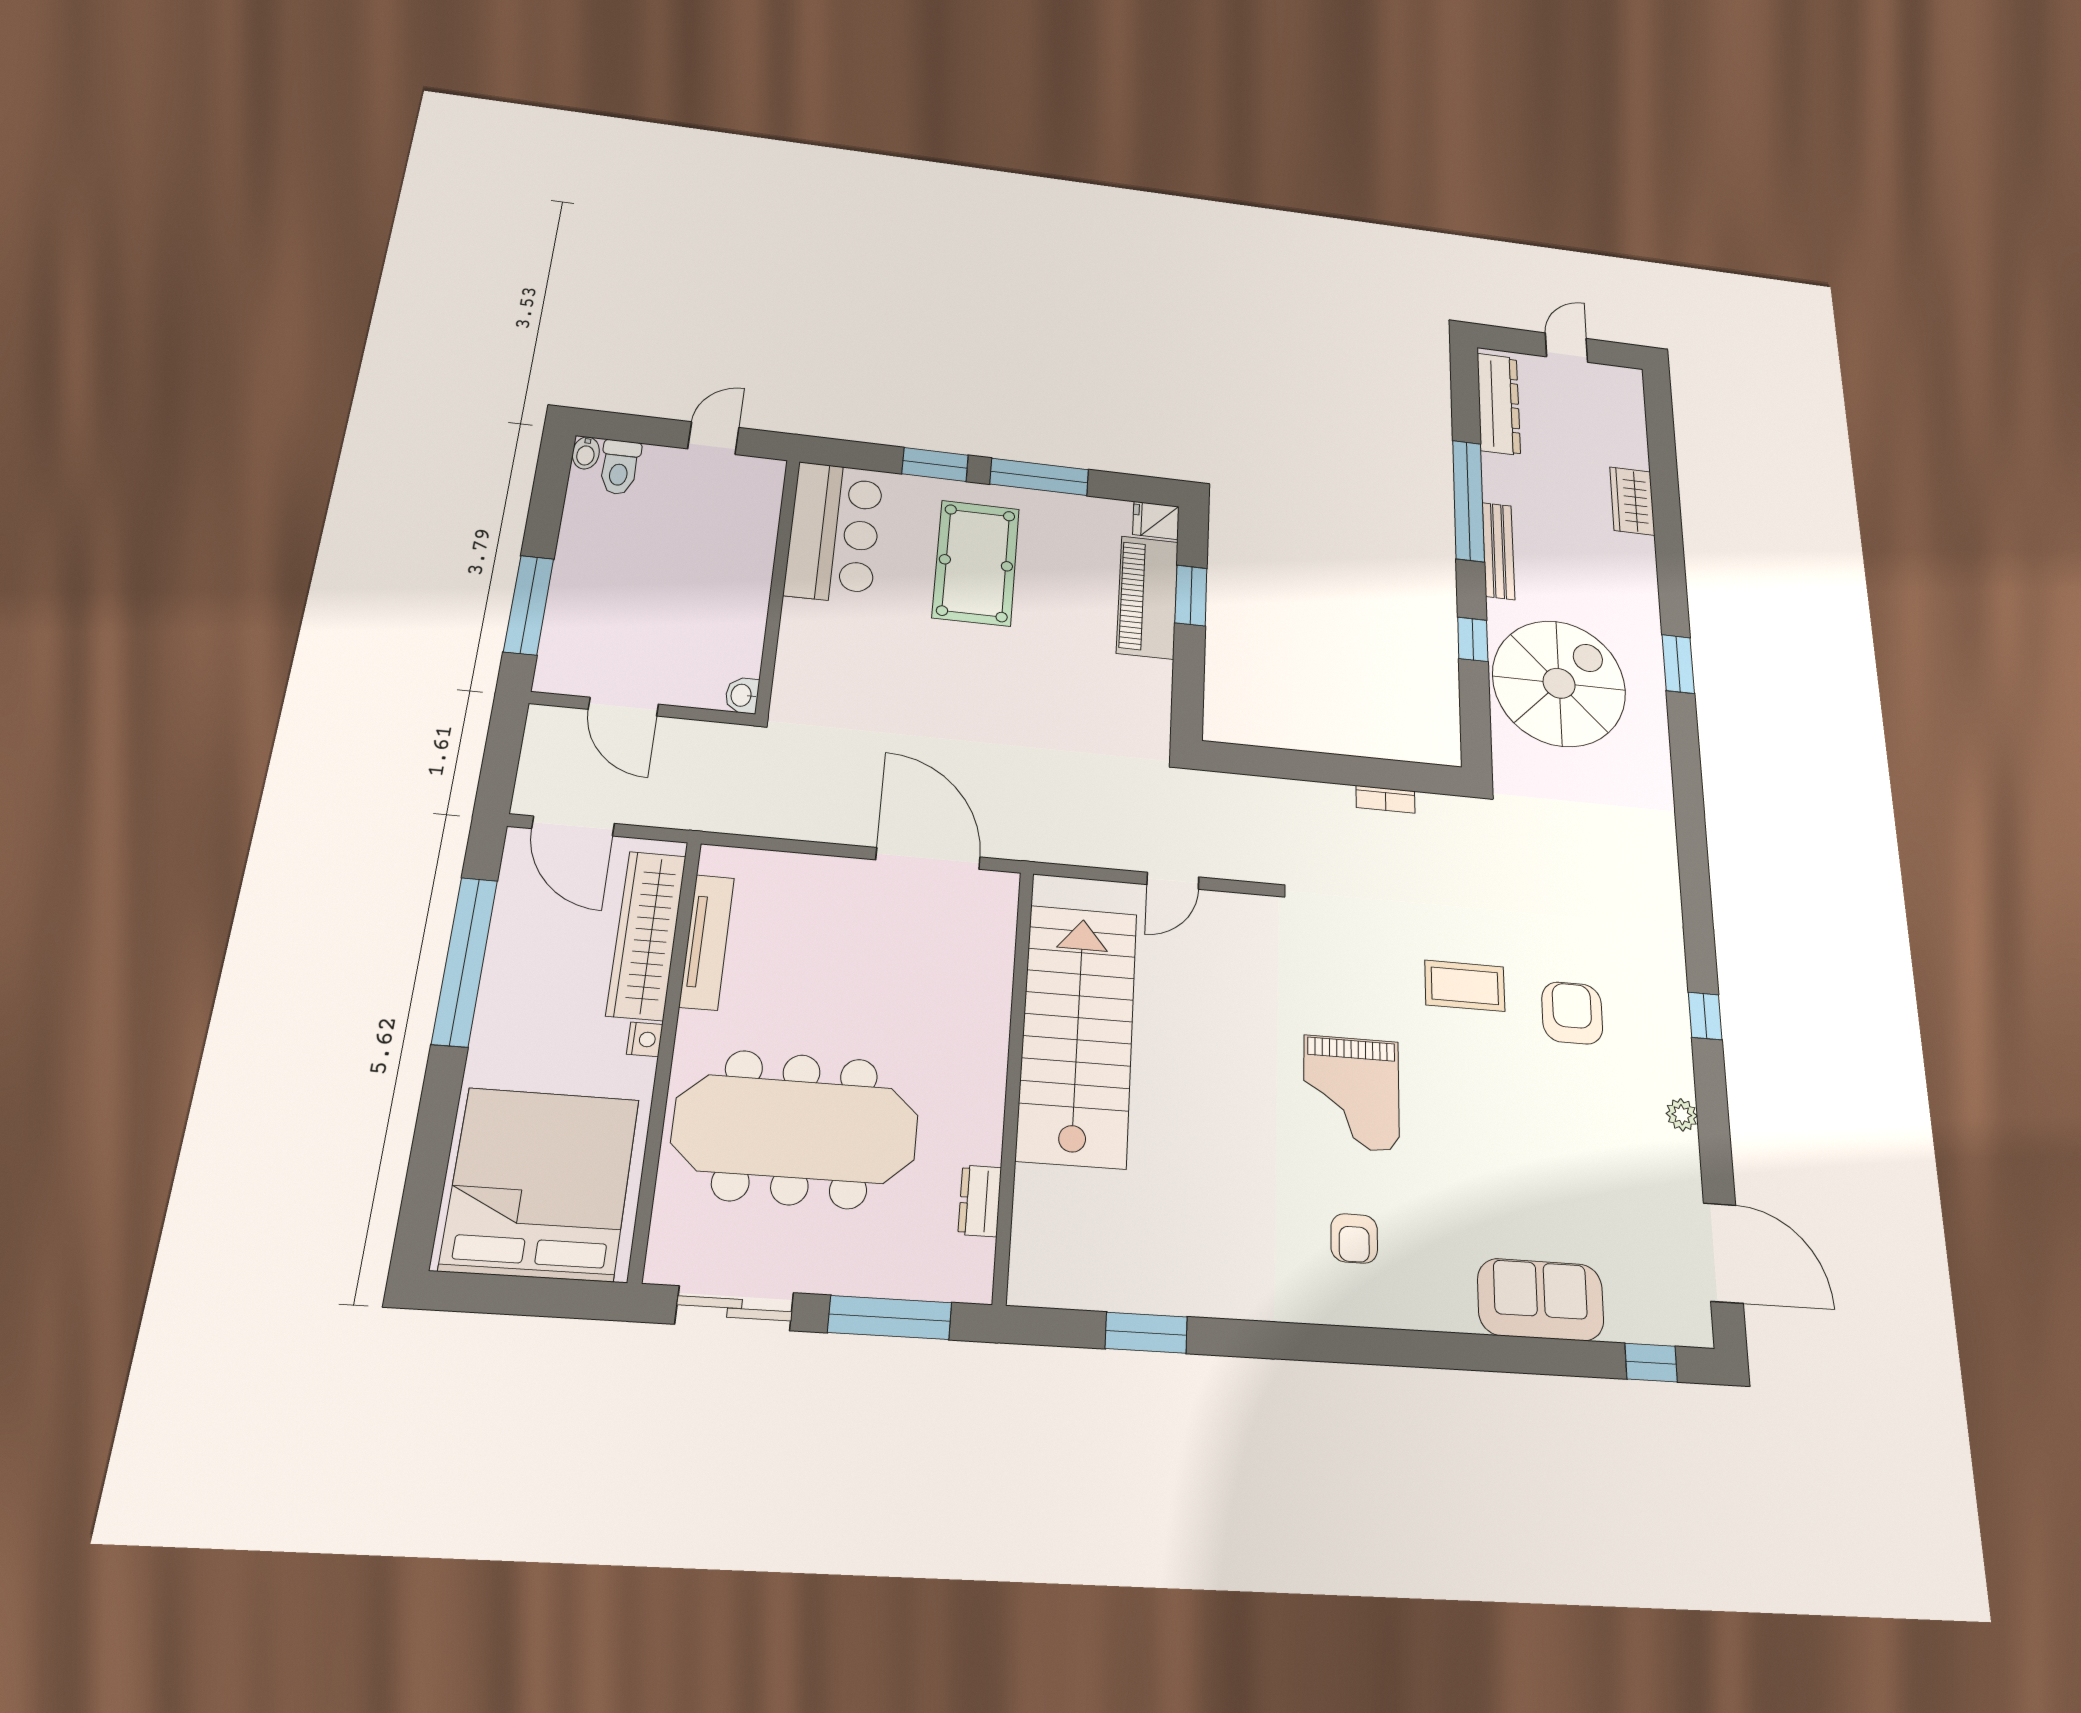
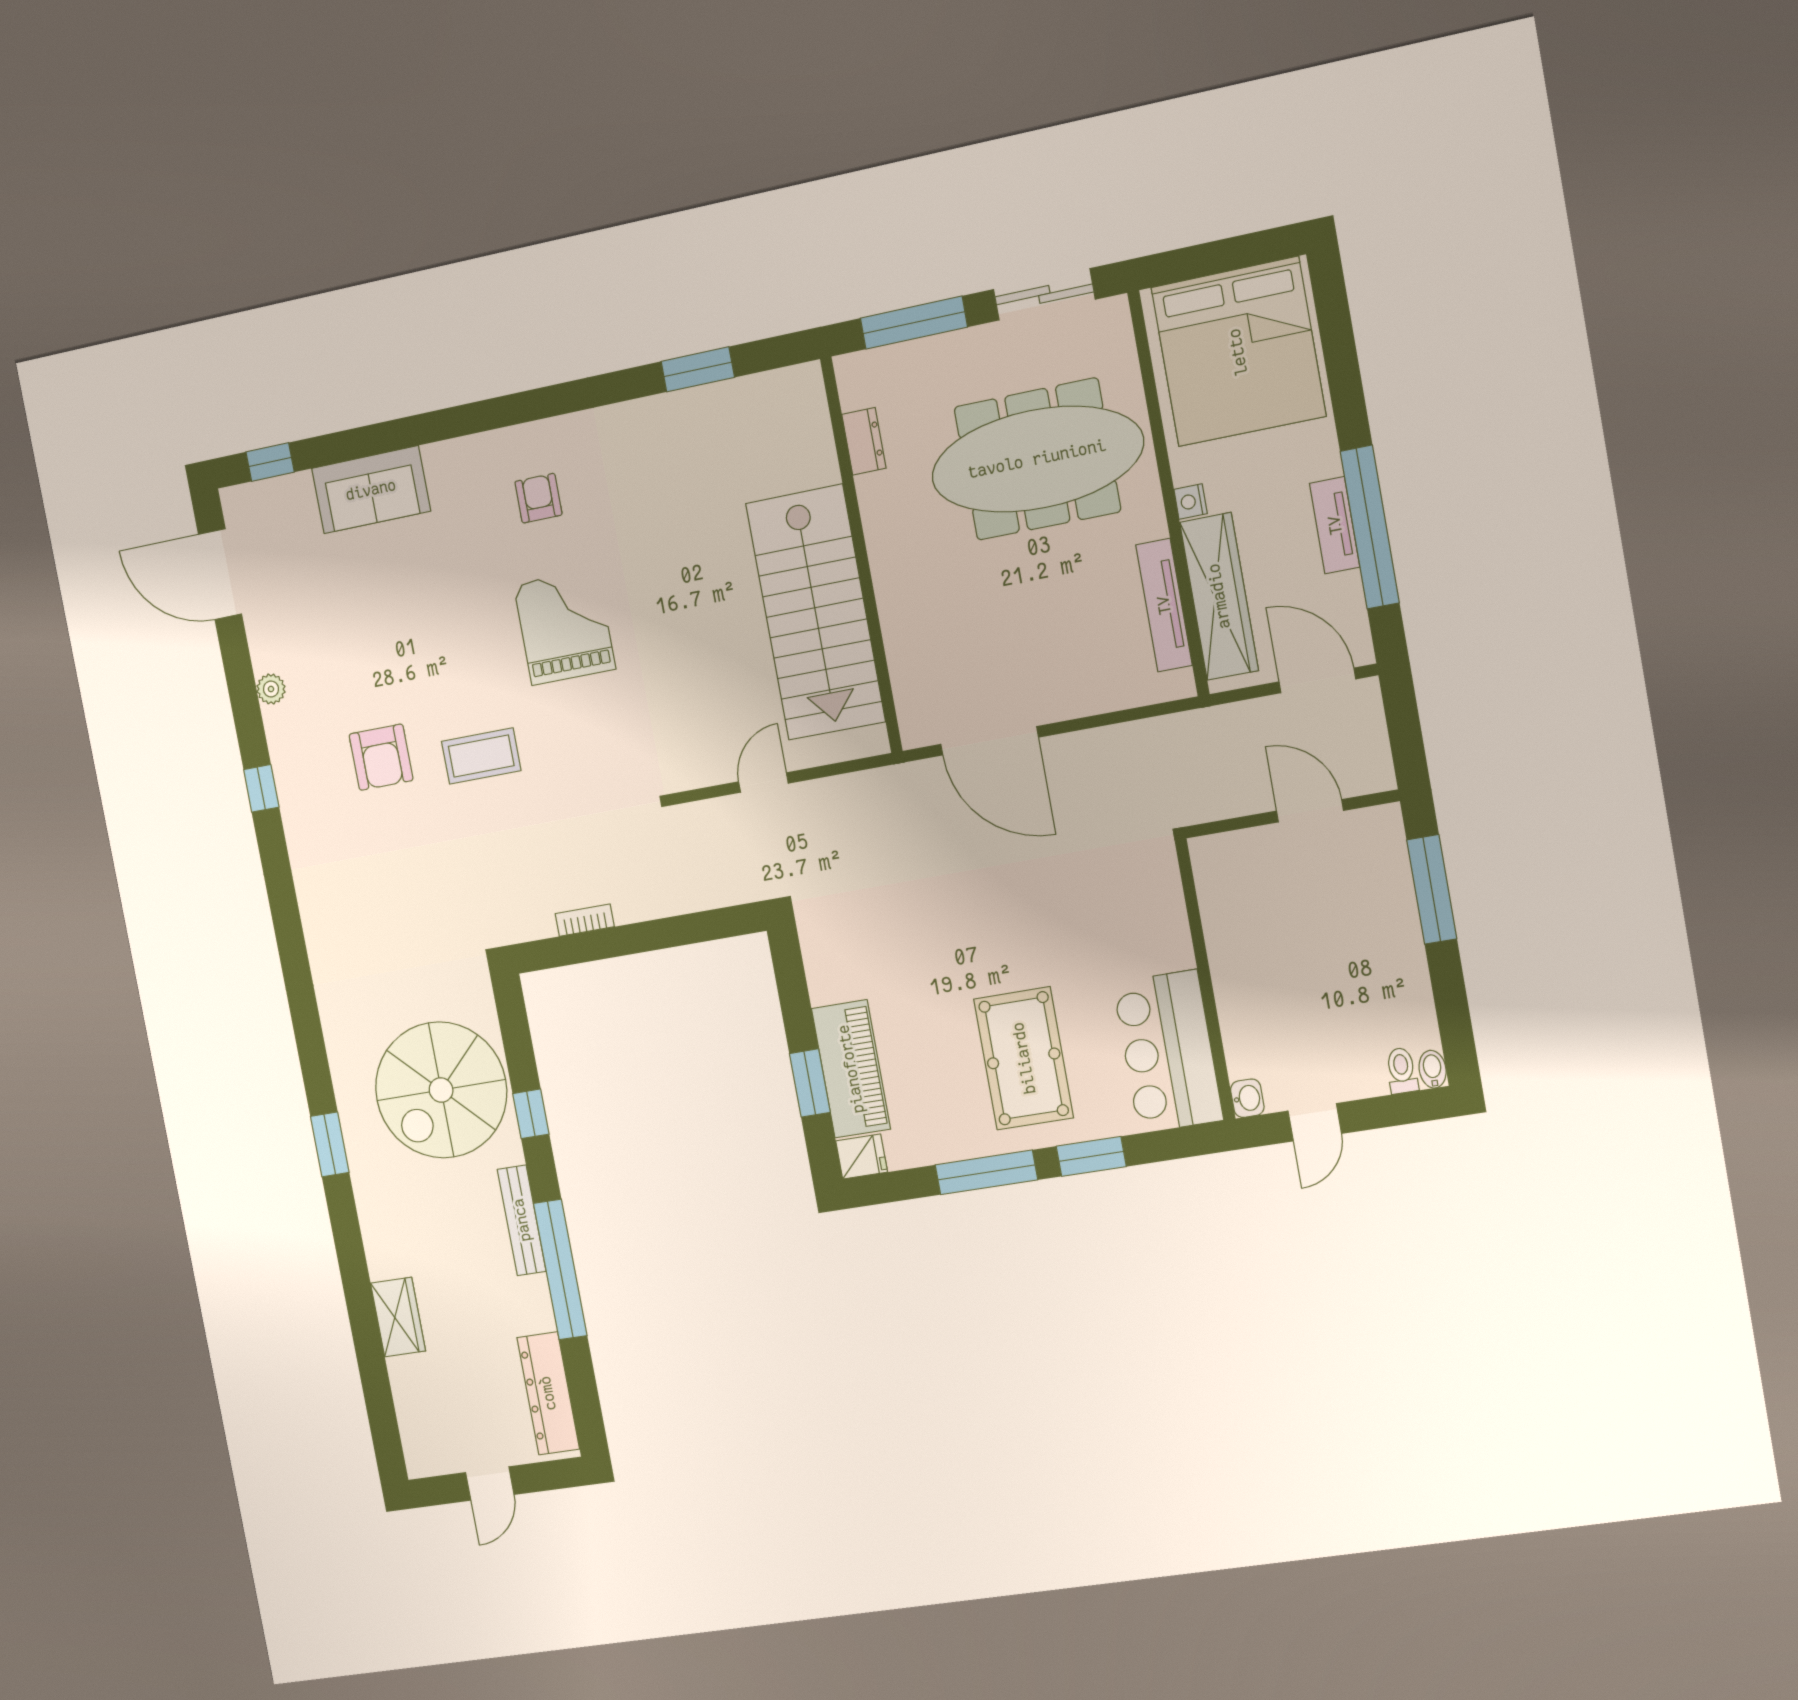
toilet: (619, 467) -> (1402, 1071), width x0.73, depth x0.72
washbasin: (742, 695) -> (1247, 1098), moved
tv unit: (501, 973) -> (1335, 525), added

